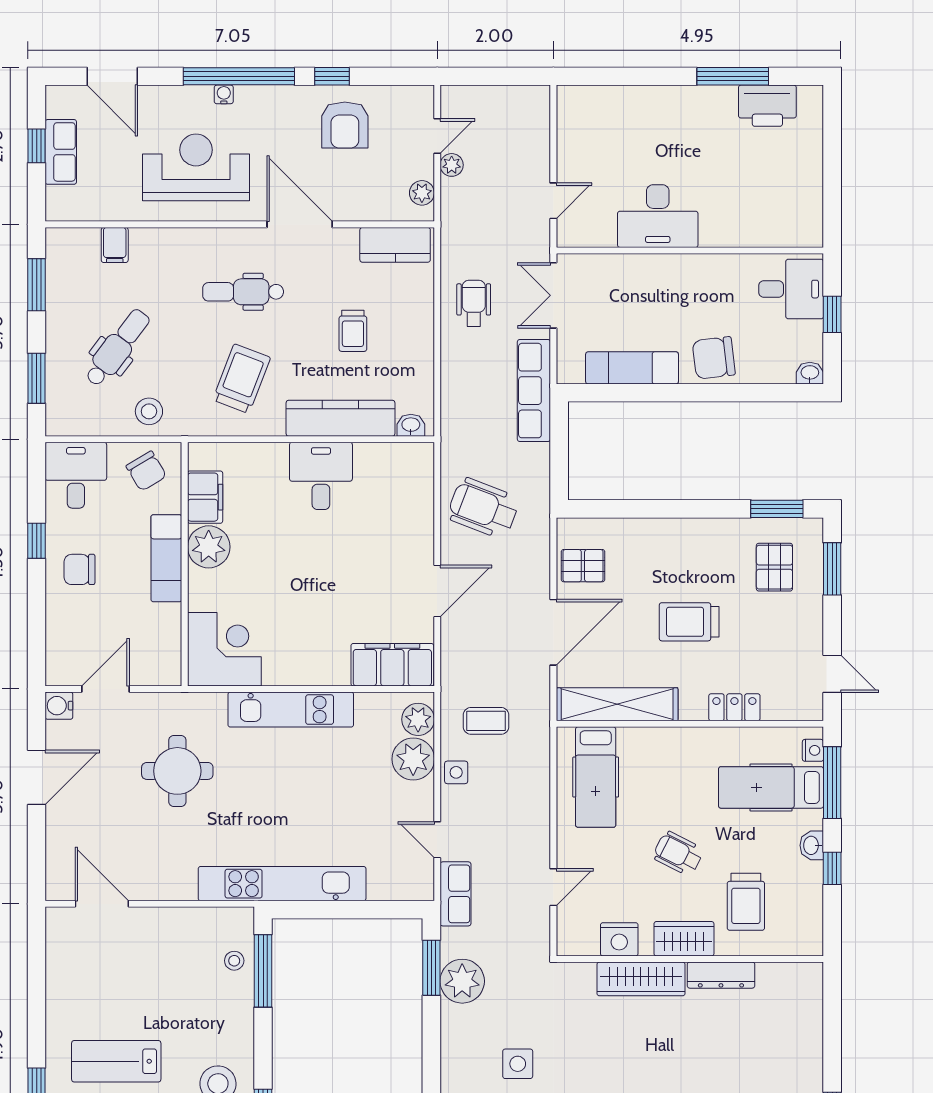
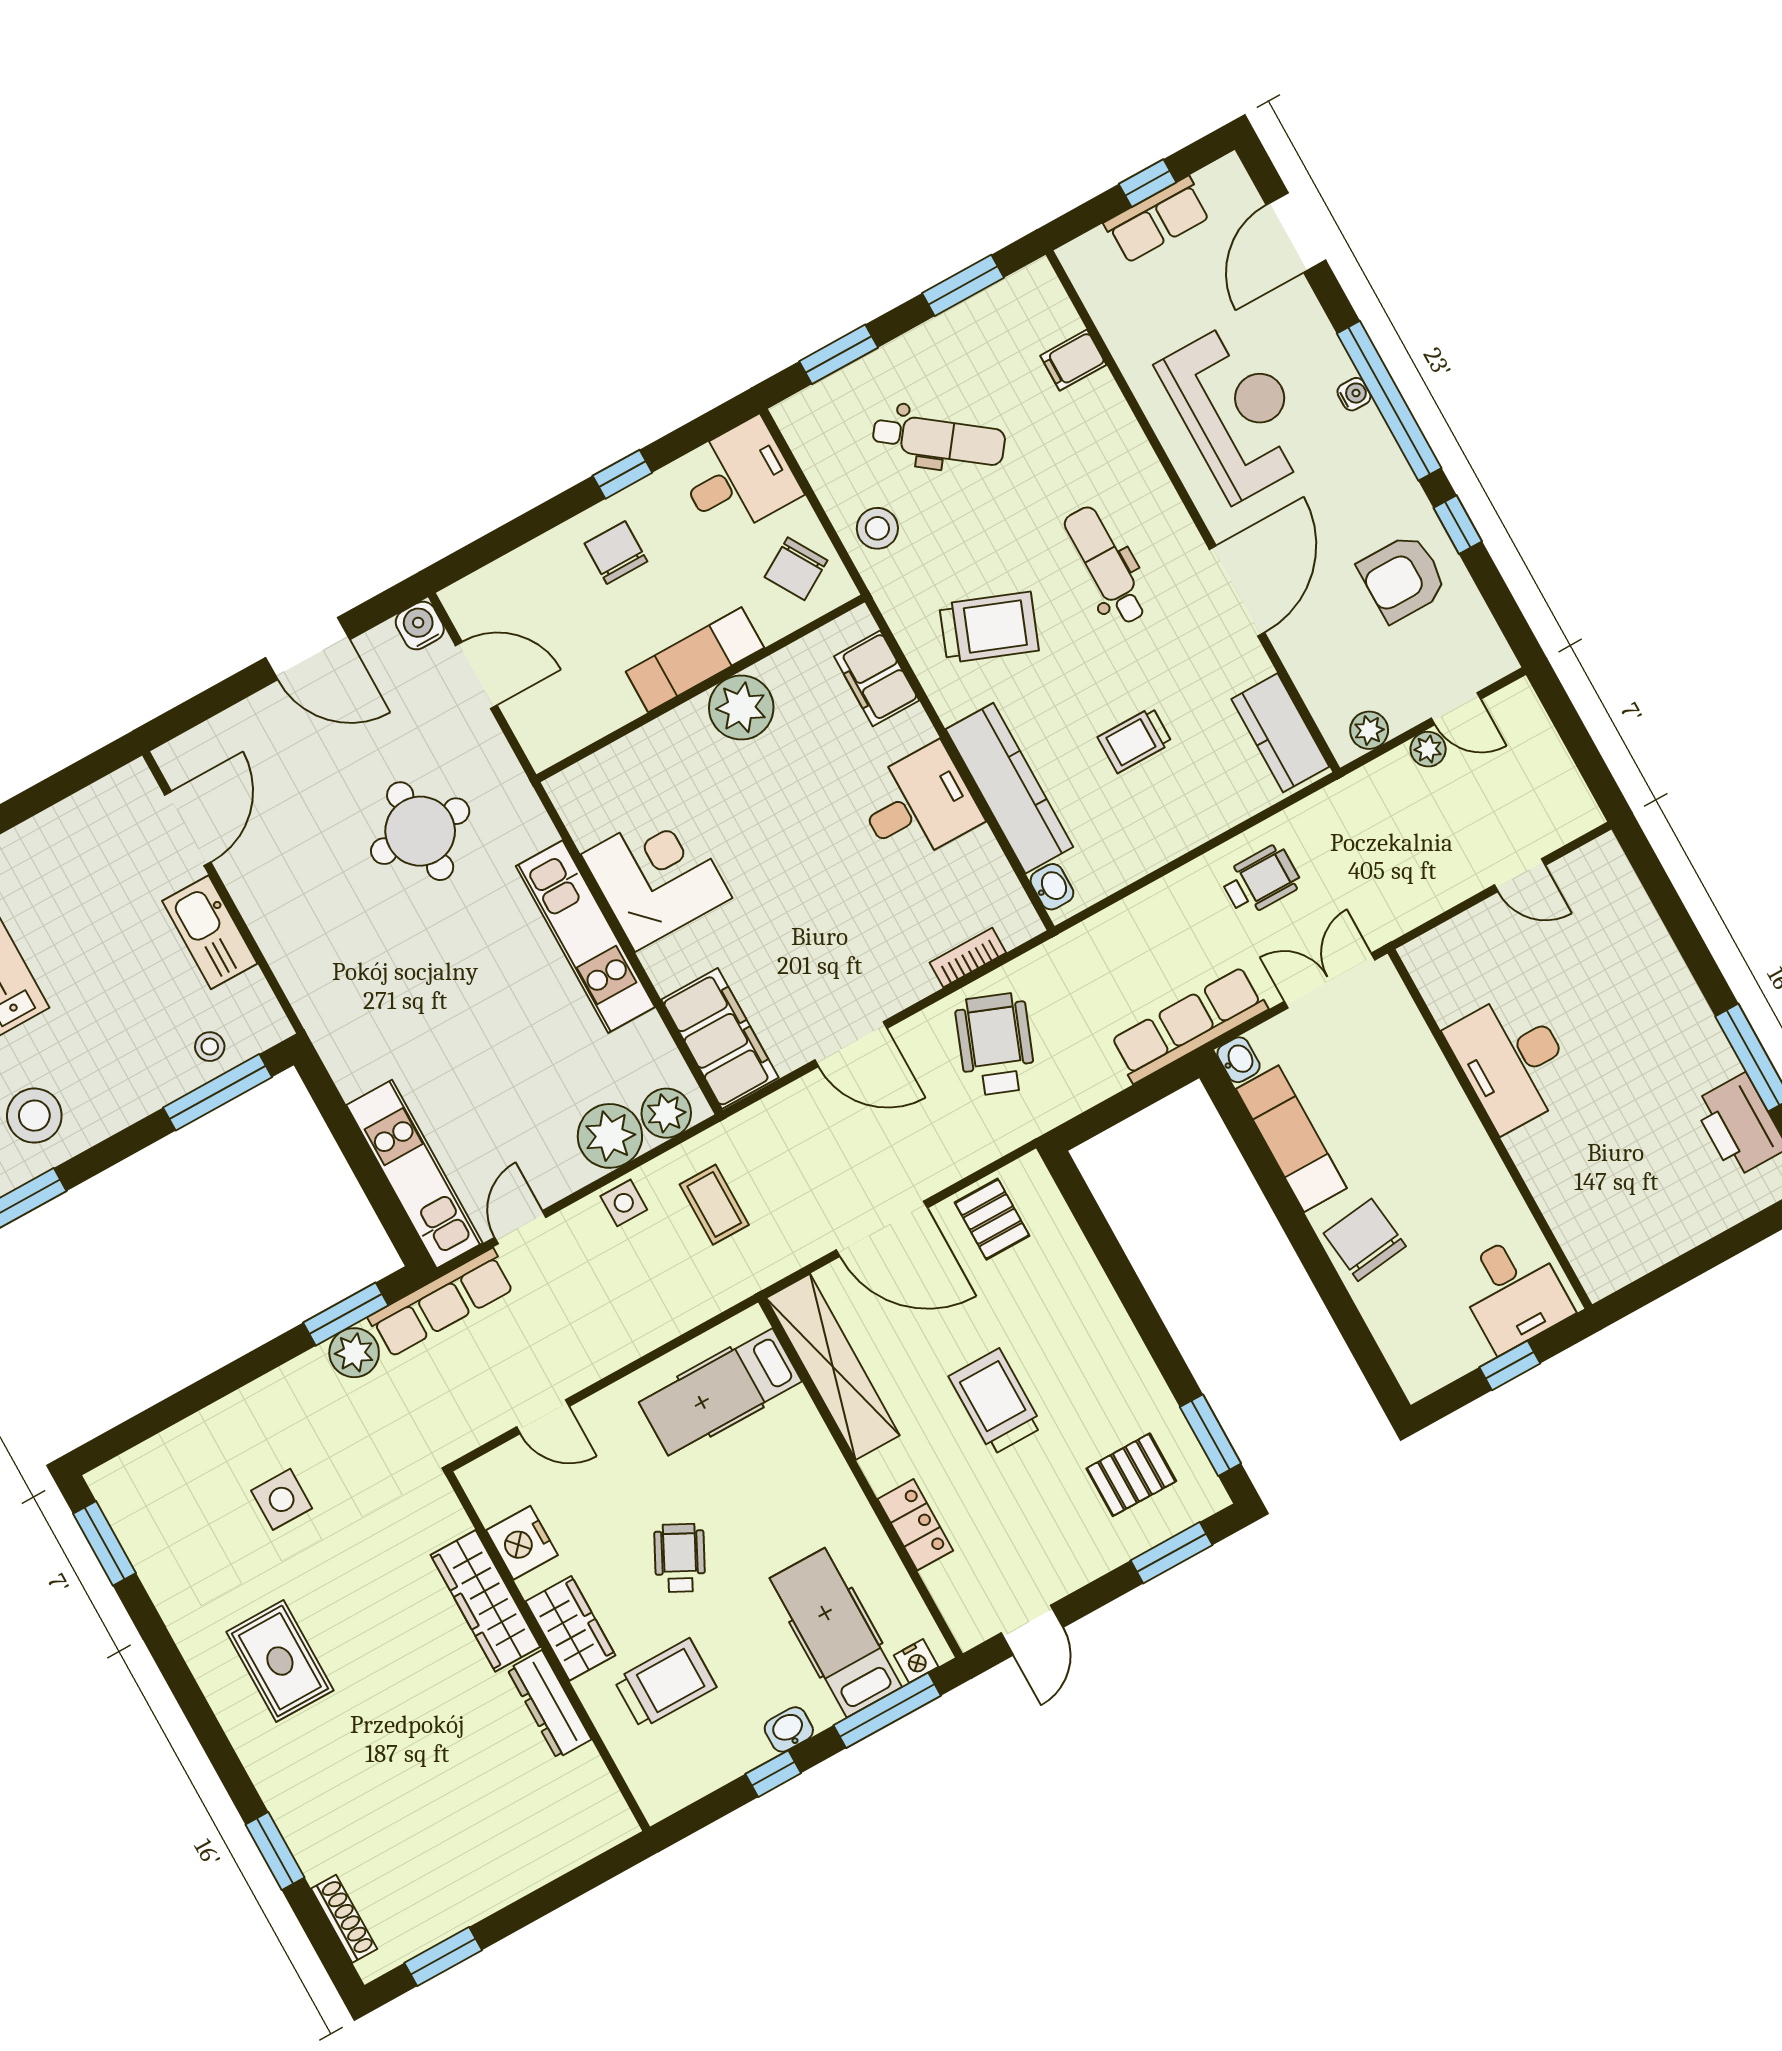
door: (553, 201) -> (1520, 875), moved
washbasin: (810, 373) -> (1238, 1060), moved
bookcase: (425, 496) -> (968, 958), added
filing cabinet: (205, 497) -> (877, 678), moved, turned 90
corner desk: (224, 649) -> (657, 876), moved, turned -90
kitchen unit: (282, 884) -> (414, 1174), moved, width x0.73
row of seats: (456, 894) -> (441, 1303), width x1.48
trolley: (746, 902) -> (665, 1683), turned 180
kitchen sink: (168, 924) -> (210, 932), added
plant: (462, 981) -> (354, 1353), width x0.73, depth x0.73

